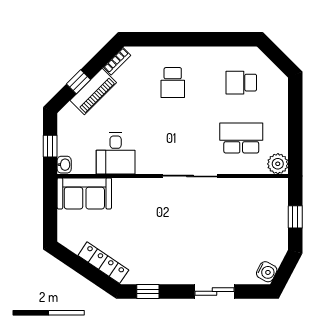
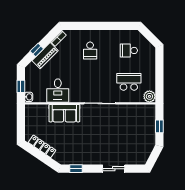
sofa: (84, 193) -> (64, 113), moved
locker: (103, 263) -> (42, 146), moved
water cooler: (267, 272) -> (143, 157), removed

